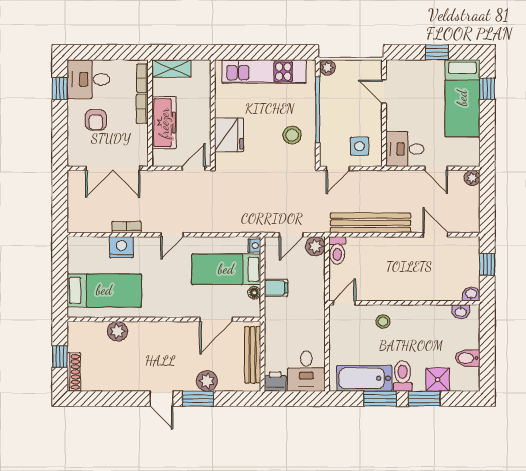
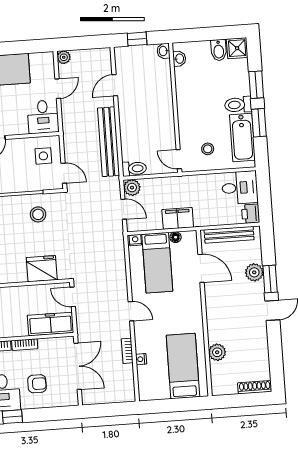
freezer: (164, 123) -> (50, 324), moved
nightstand: (121, 247) -> (141, 359), width x0.53, depth x0.56
filing cabinet: (276, 288) -> (178, 218), width x2.00
stool: (383, 322) -> (208, 149), moved
window: (60, 357) -> (242, 400), removed
shower: (438, 380) -> (237, 48), moved

